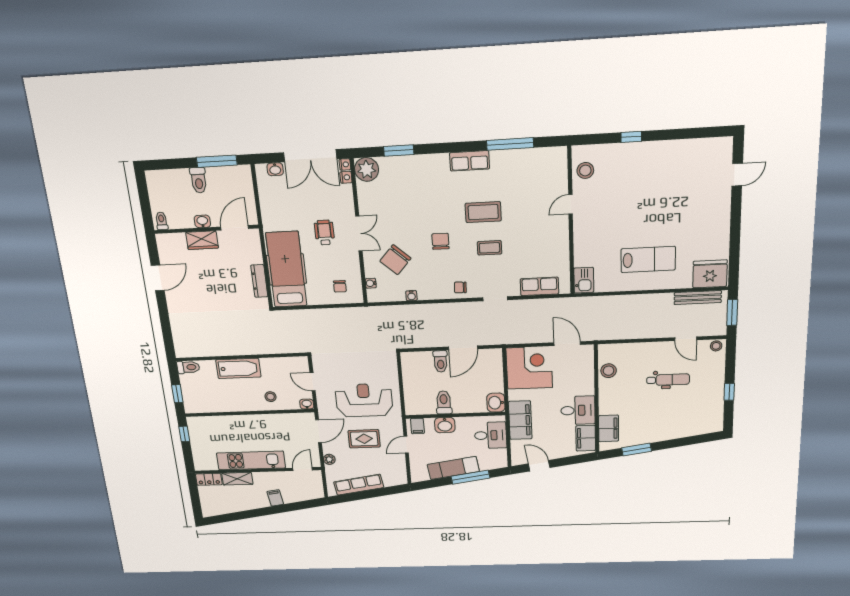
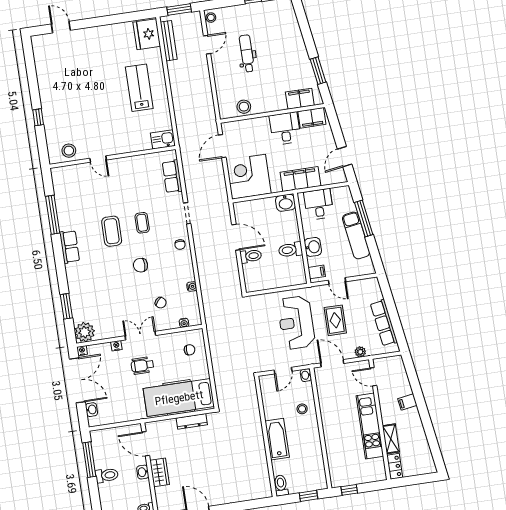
nightstand: (346, 177) -> (116, 346), moved
chair: (395, 260) -> (161, 303), width x0.54, depth x0.54

